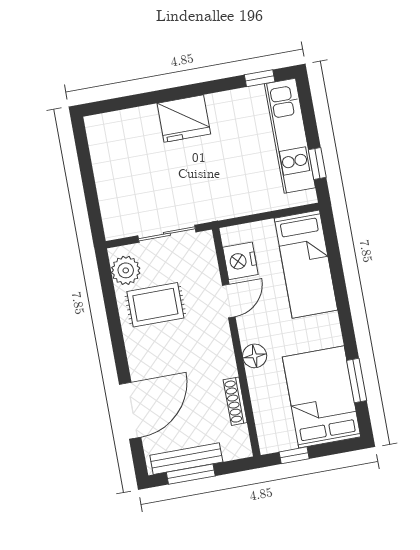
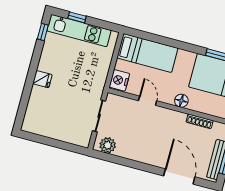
fridge: (184, 119) -> (42, 79), width x0.53, depth x0.75
window: (317, 163) -> (77, 17), moved
nightstand: (240, 261) -> (119, 80), moved, turned 90
rug: (155, 305) -> (132, 139), removed

